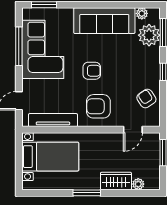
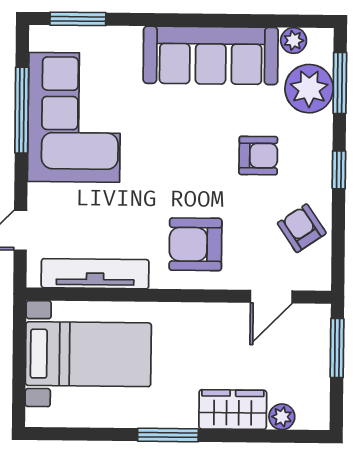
armchair: (92, 71) -> (258, 156), moved

